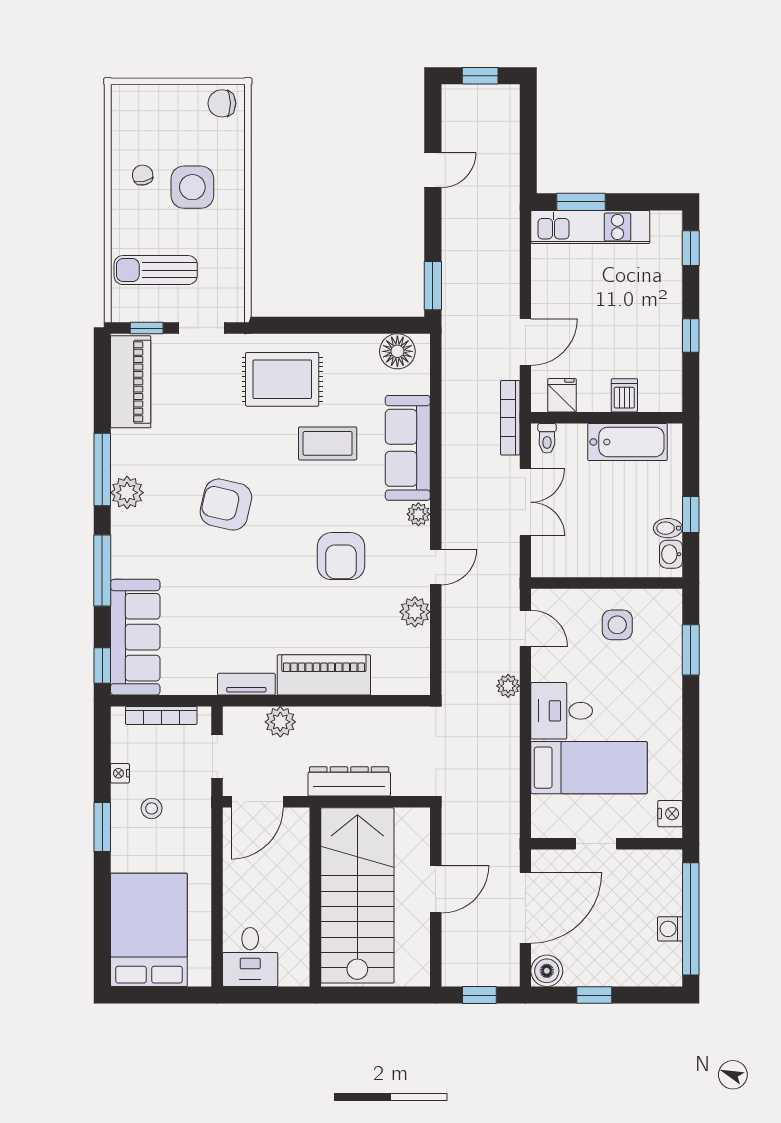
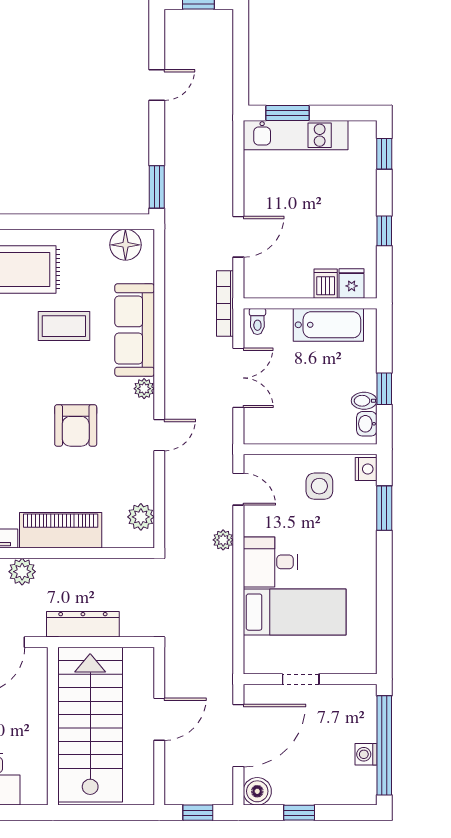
fridge: (562, 395) -> (352, 284), moved
plant: (415, 612) -> (141, 517), moved
nightstand: (670, 814) -> (366, 469), moved

